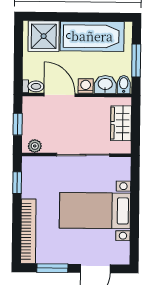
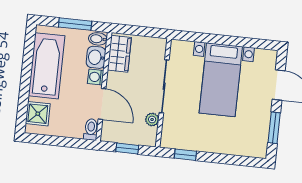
shower: (44, 36) -> (38, 114), width x0.73, depth x0.73
door: (60, 95) -> (102, 104), swing flipped
wardrobe: (121, 123) -> (119, 54), moved, turned -90
plant: (35, 146) -> (152, 119), moved
bookcase: (28, 231) -> (235, 148), removed

